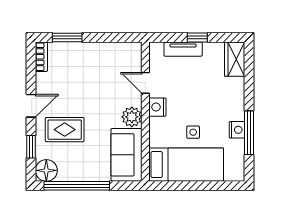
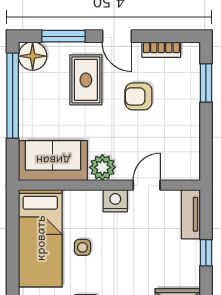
tv unit: (183, 49) -> (191, 214), moved
bookcase: (41, 57) -> (161, 50), moved
armchair: (77, 89) -> (138, 96), added
window: (31, 147) -> (63, 36), width x1.50

